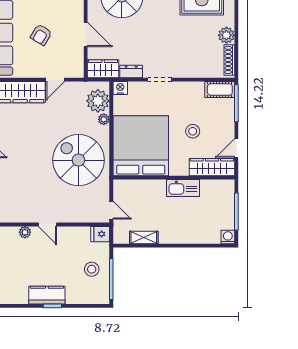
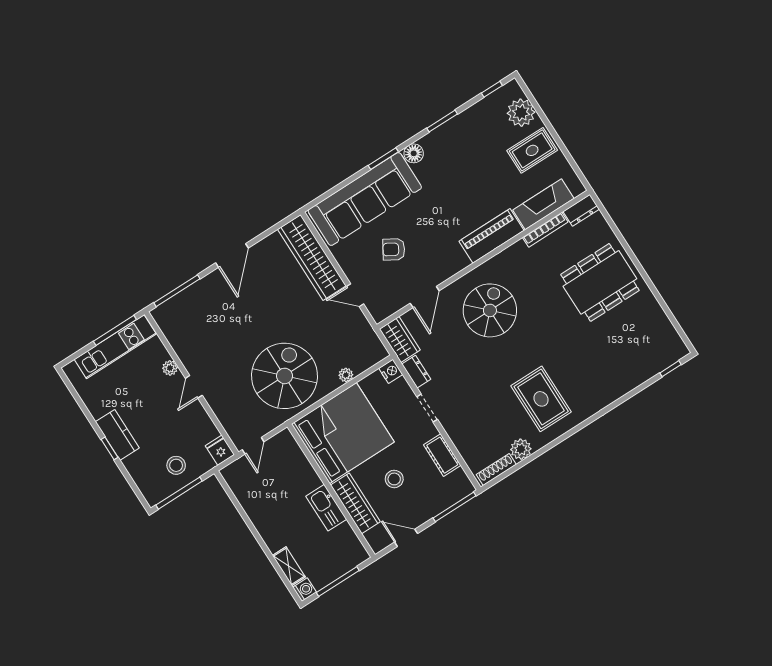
cot: (220, 89) -> (442, 455), moved
plant: (98, 101) -> (362, 356), removed
wardrobe: (212, 167) -> (355, 503), moved
shelving: (144, 237) -> (289, 566), moved

